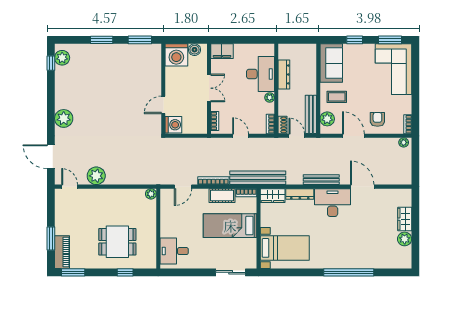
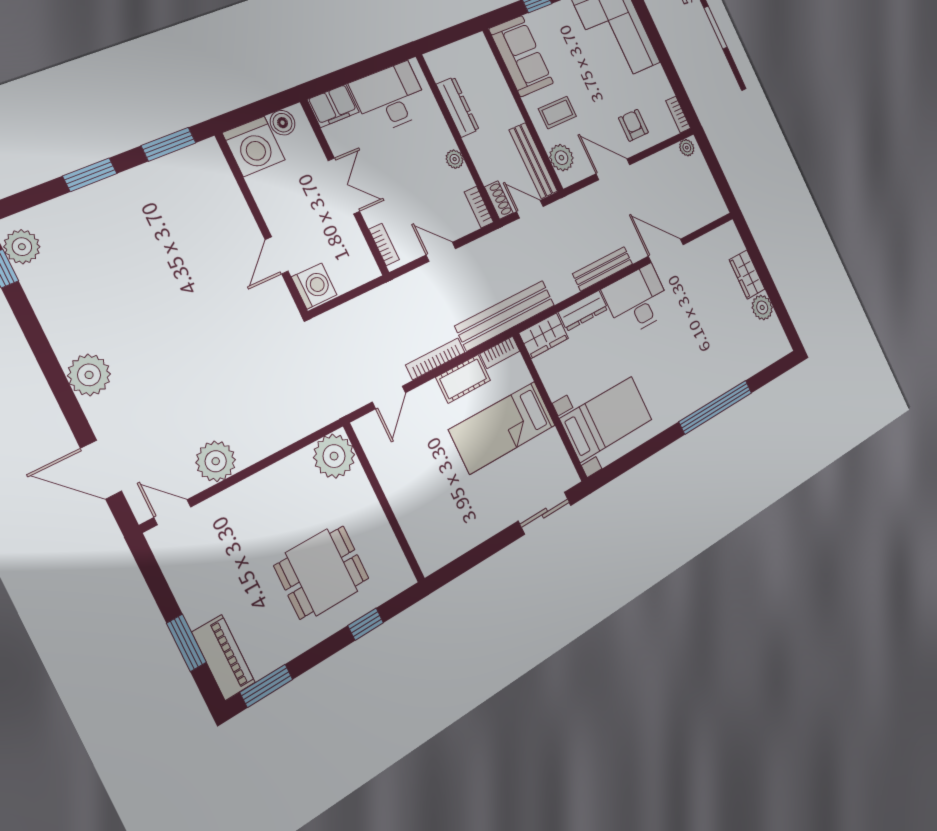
desk: (260, 74) -> (390, 98), moved, turned -90
plant: (151, 194) -> (334, 456), width x1.87, depth x1.87
desk: (174, 251) -> (433, 530), removed

